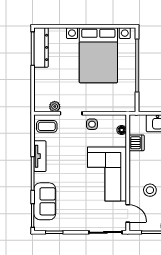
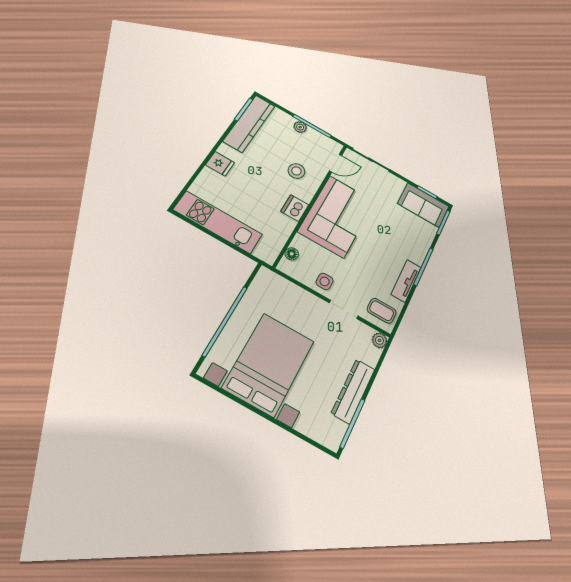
dresser: (41, 47) -> (353, 391), moved
plant: (55, 107) -> (379, 340), moved
dishwasher: (137, 143) -> (295, 208), moved
sofa: (45, 201) -> (423, 205), moved, turned -90
door: (128, 213) -> (336, 163), swing flipped

